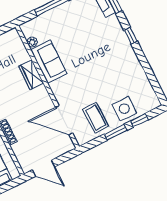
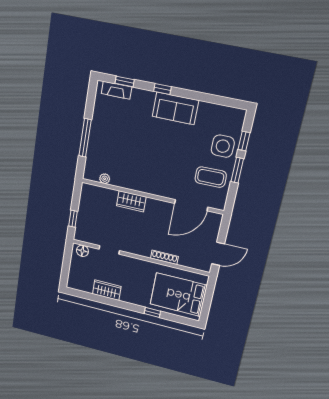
sofa: (49, 62) -> (175, 108), moved, turned 180

